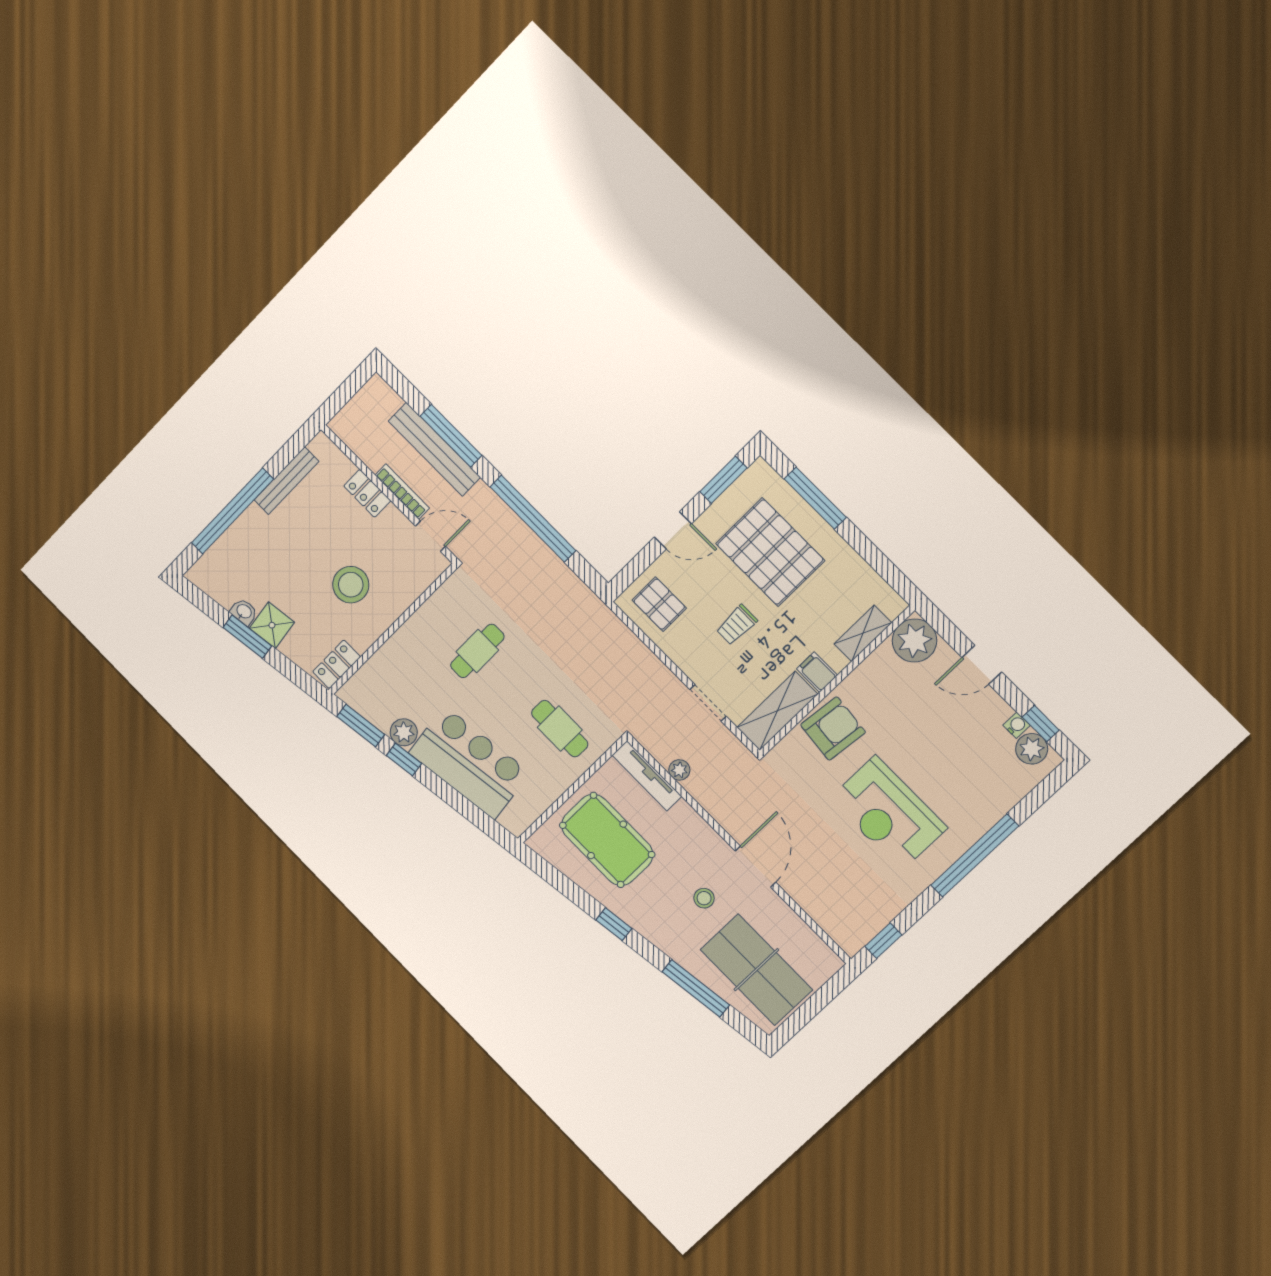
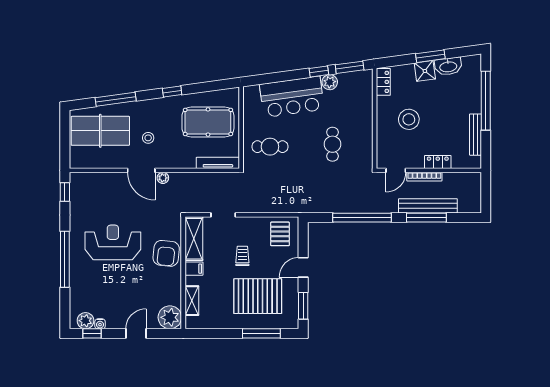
pallet: (659, 604) -> (280, 234), turned 90
washbasin: (244, 612) -> (448, 66), width x1.91, depth x1.45
plant: (679, 770) -> (163, 178), moved

